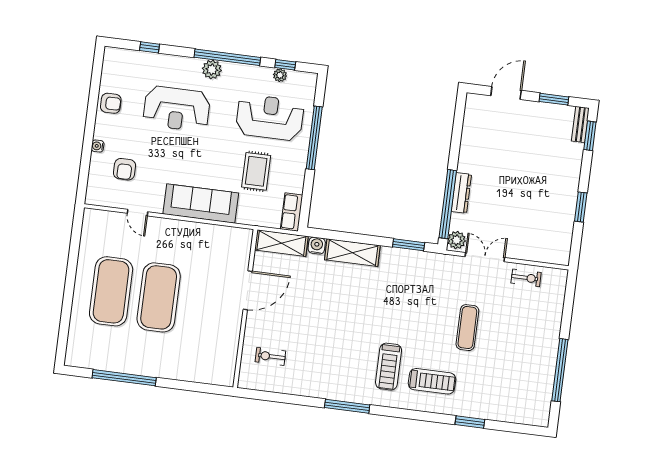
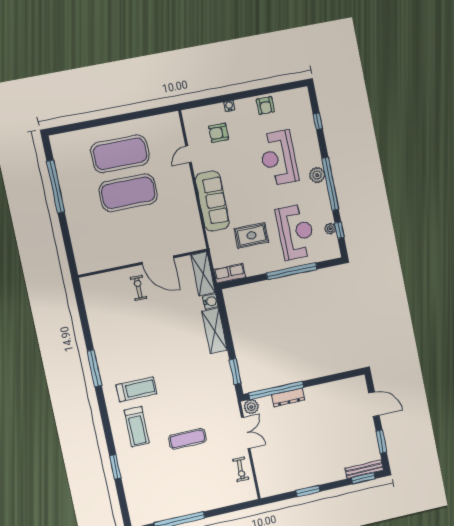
bench: (580, 125) -> (364, 469), width x1.36
exercise bike: (270, 356) -> (139, 288), moved
treadmill: (389, 367) -> (136, 389), turned 180

